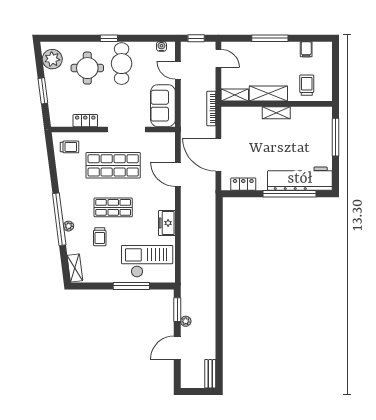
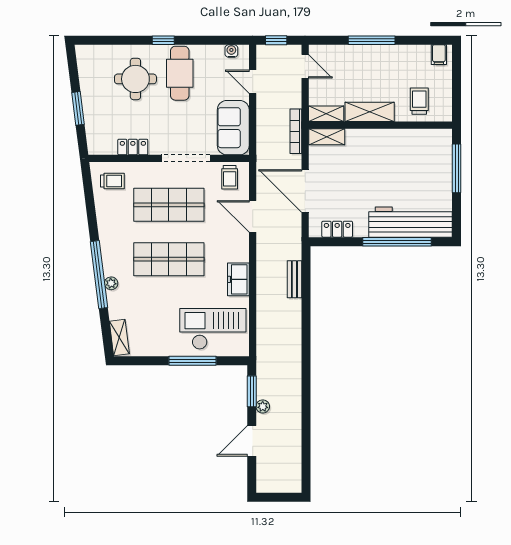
filing cabinet: (306, 49) -> (439, 55), moved
plant: (52, 59) -> (90, 67), removed
shelving: (276, 113) -> (327, 137), moved
shop shelf: (113, 207) -> (169, 259), width x1.43, depth x1.36
trolley: (100, 237) -> (230, 177), moved
bench: (210, 374) -> (294, 279), moved

